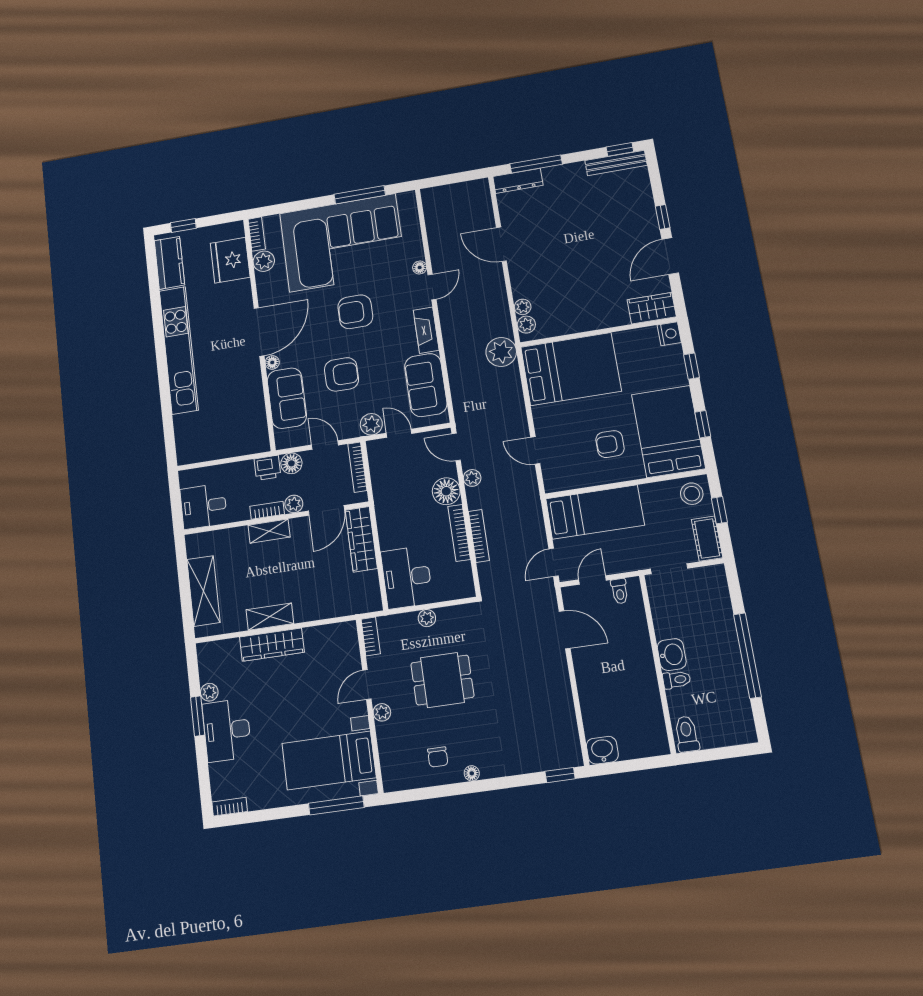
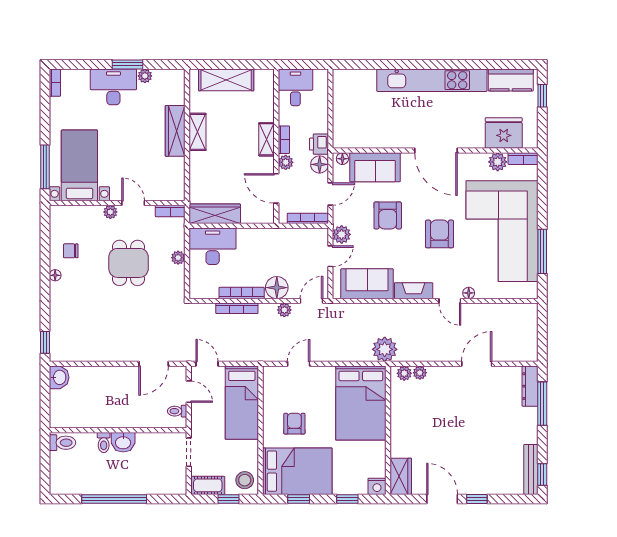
floor lamp: (272, 362) -> (342, 159), moved
wardrobe: (361, 539) -> (215, 214), moved

